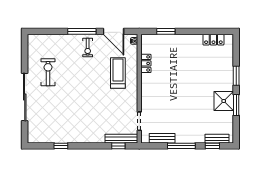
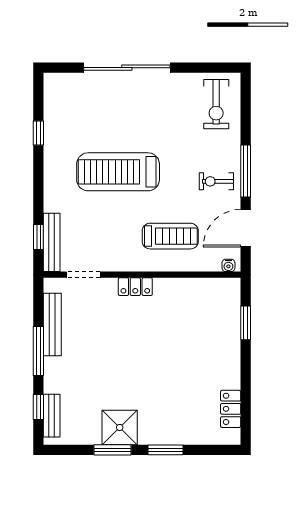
locker: (146, 63) -> (135, 287), moved
exercise bike: (48, 72) -> (216, 104), moved, turned 90
treadmill: (82, 102) -> (118, 172), added
bench: (162, 138) -> (52, 324), width x1.36

